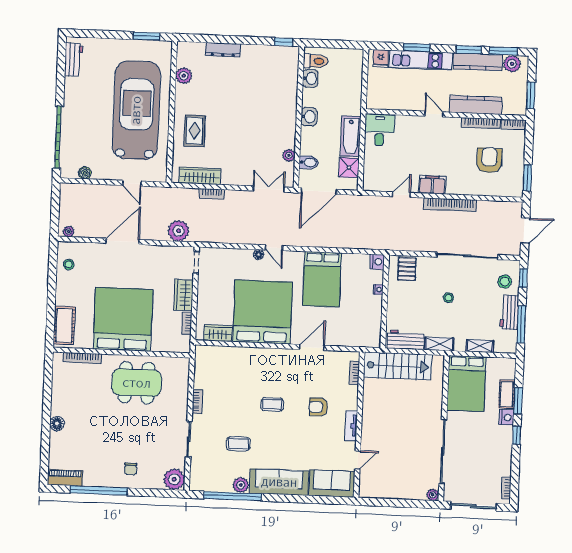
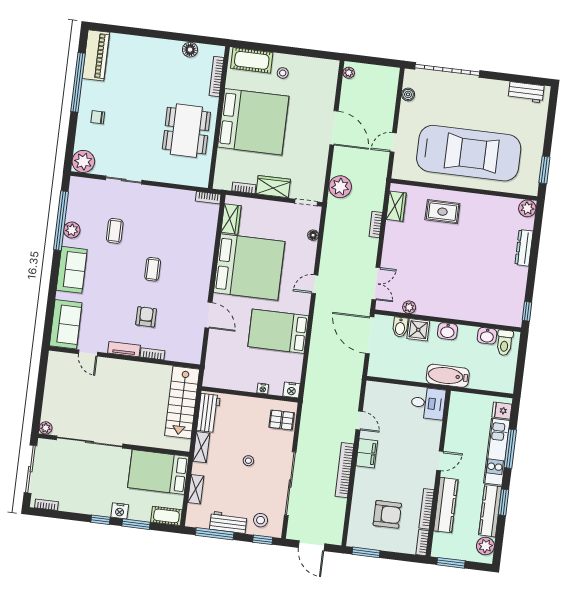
window: (417, 48) -> (510, 449), width x1.44
window: (503, 51) -> (499, 538), removed
plant: (184, 76) -> (527, 208), moved
bathtub: (351, 136) -> (448, 376), moved
shower: (349, 168) -> (418, 330), moved
wardrobe: (200, 176) -> (396, 206), width x0.67
floor lamp: (259, 254) -> (313, 235), moved
stool: (69, 264) -> (283, 73), moved
bookcase: (354, 373) -> (152, 354), moved
cot: (507, 394) -> (166, 516), moved
bookcase: (197, 402) -> (208, 198), moved
floor lamp: (57, 424) -> (190, 50), moved
piano: (65, 478) -> (96, 55), width x1.37, depth x1.33
sofa: (279, 482) -> (72, 270), width x0.73

